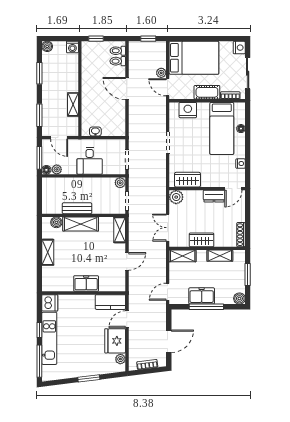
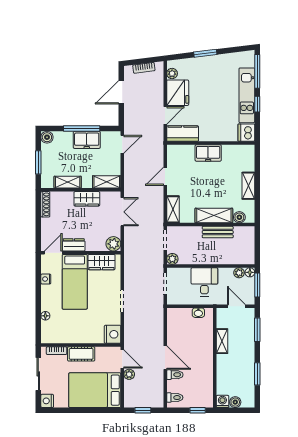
boiler: (47, 46) -> (235, 402), moved
toilet: (118, 61) -> (175, 375), moved
nightstand: (188, 110) -> (113, 334), moved, turned -90
bed: (222, 128) -> (75, 282), moved, turned 180

